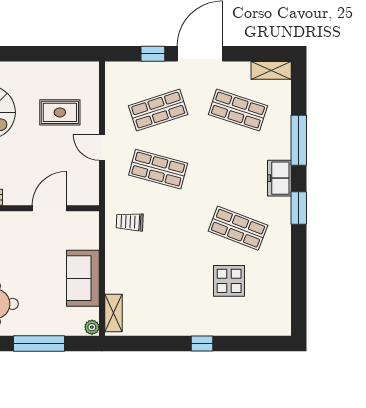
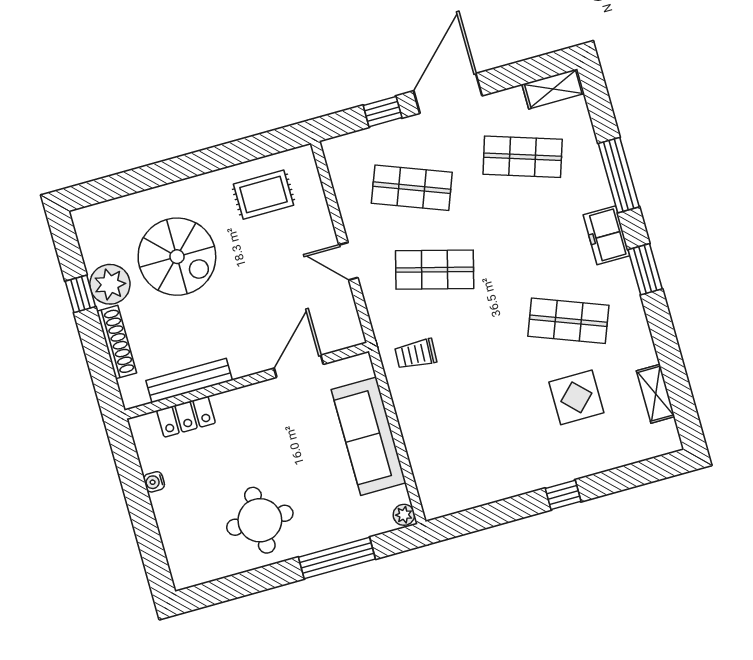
shop shelf: (158, 110) -> (412, 188), turned 39
rug: (60, 112) -> (263, 195), moved
sofa: (83, 278) -> (369, 436), width x1.36
shelving: (114, 313) -> (656, 394), moved

